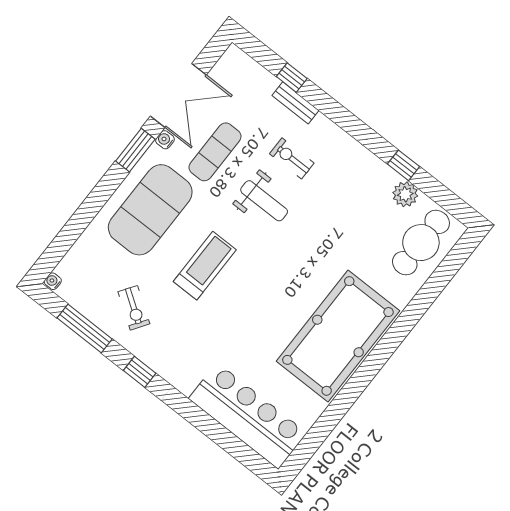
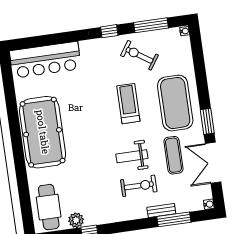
window: (292, 78) -> (174, 219), width x2.17
water cooler: (165, 140) -> (209, 204), moved
exercise bike: (292, 158) -> (139, 186), width x1.38, depth x1.39
treadmill: (205, 266) -> (128, 104), turned 180
exercise bike: (134, 308) -> (139, 55), width x1.38, depth x1.39

